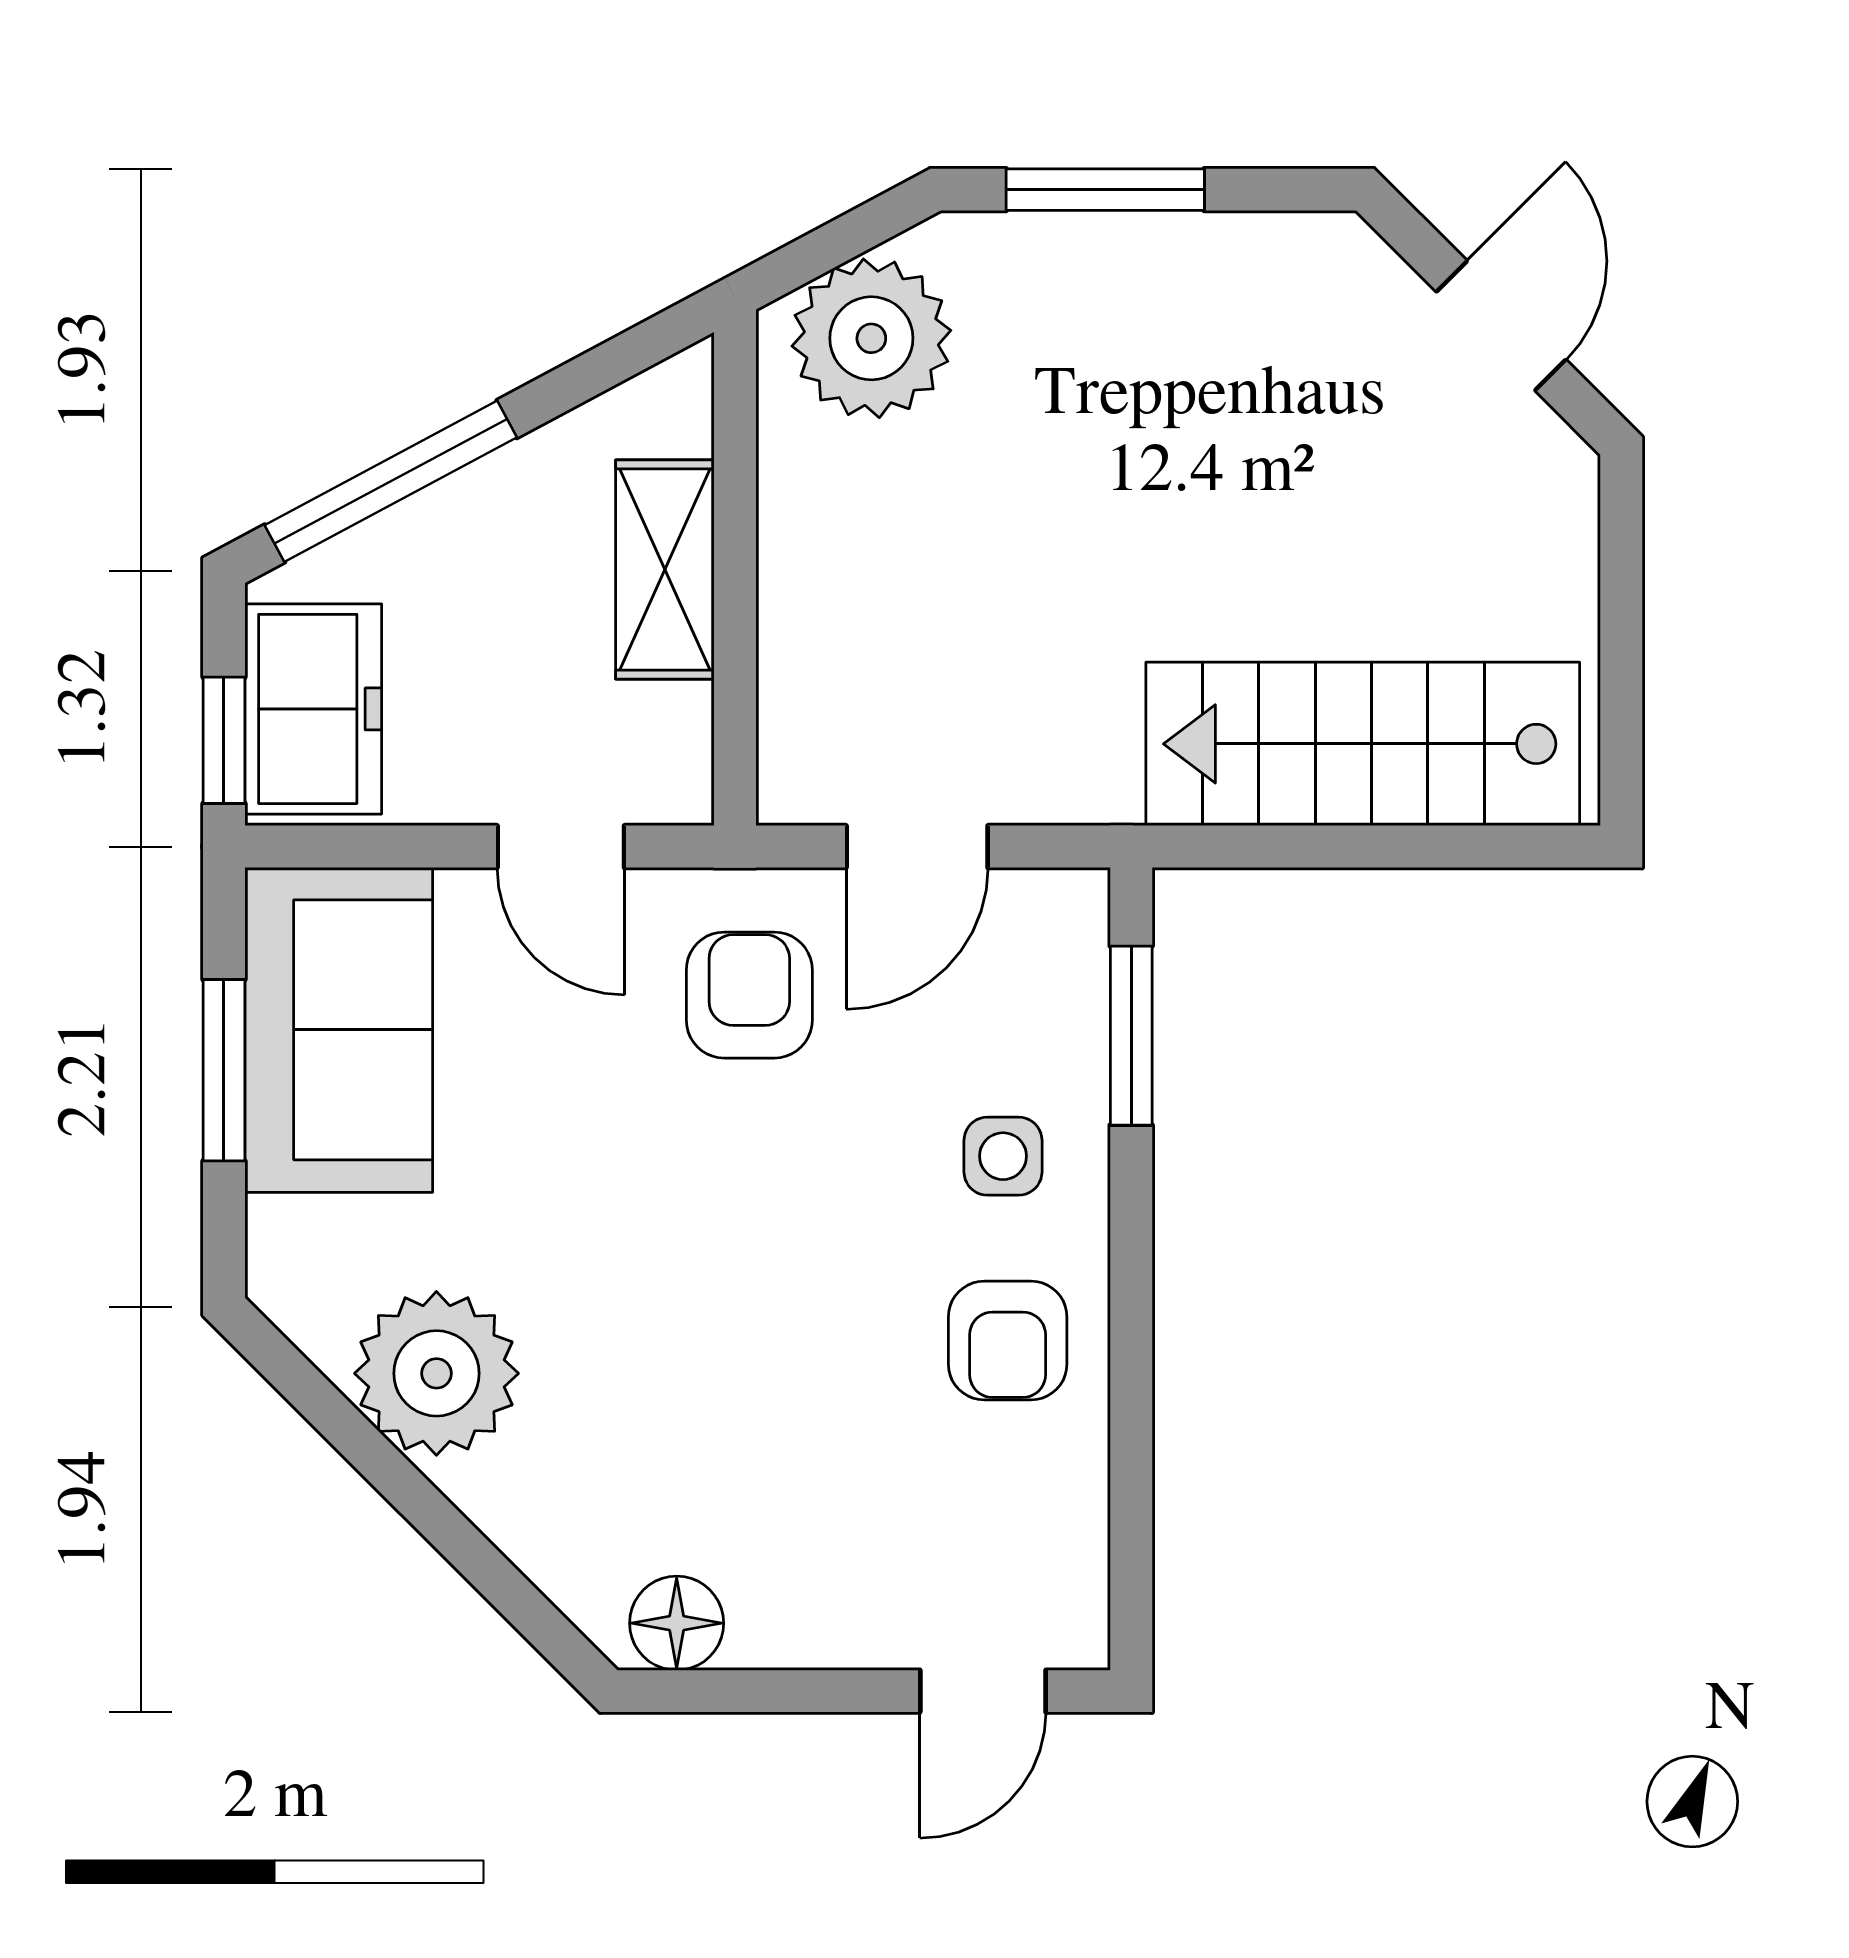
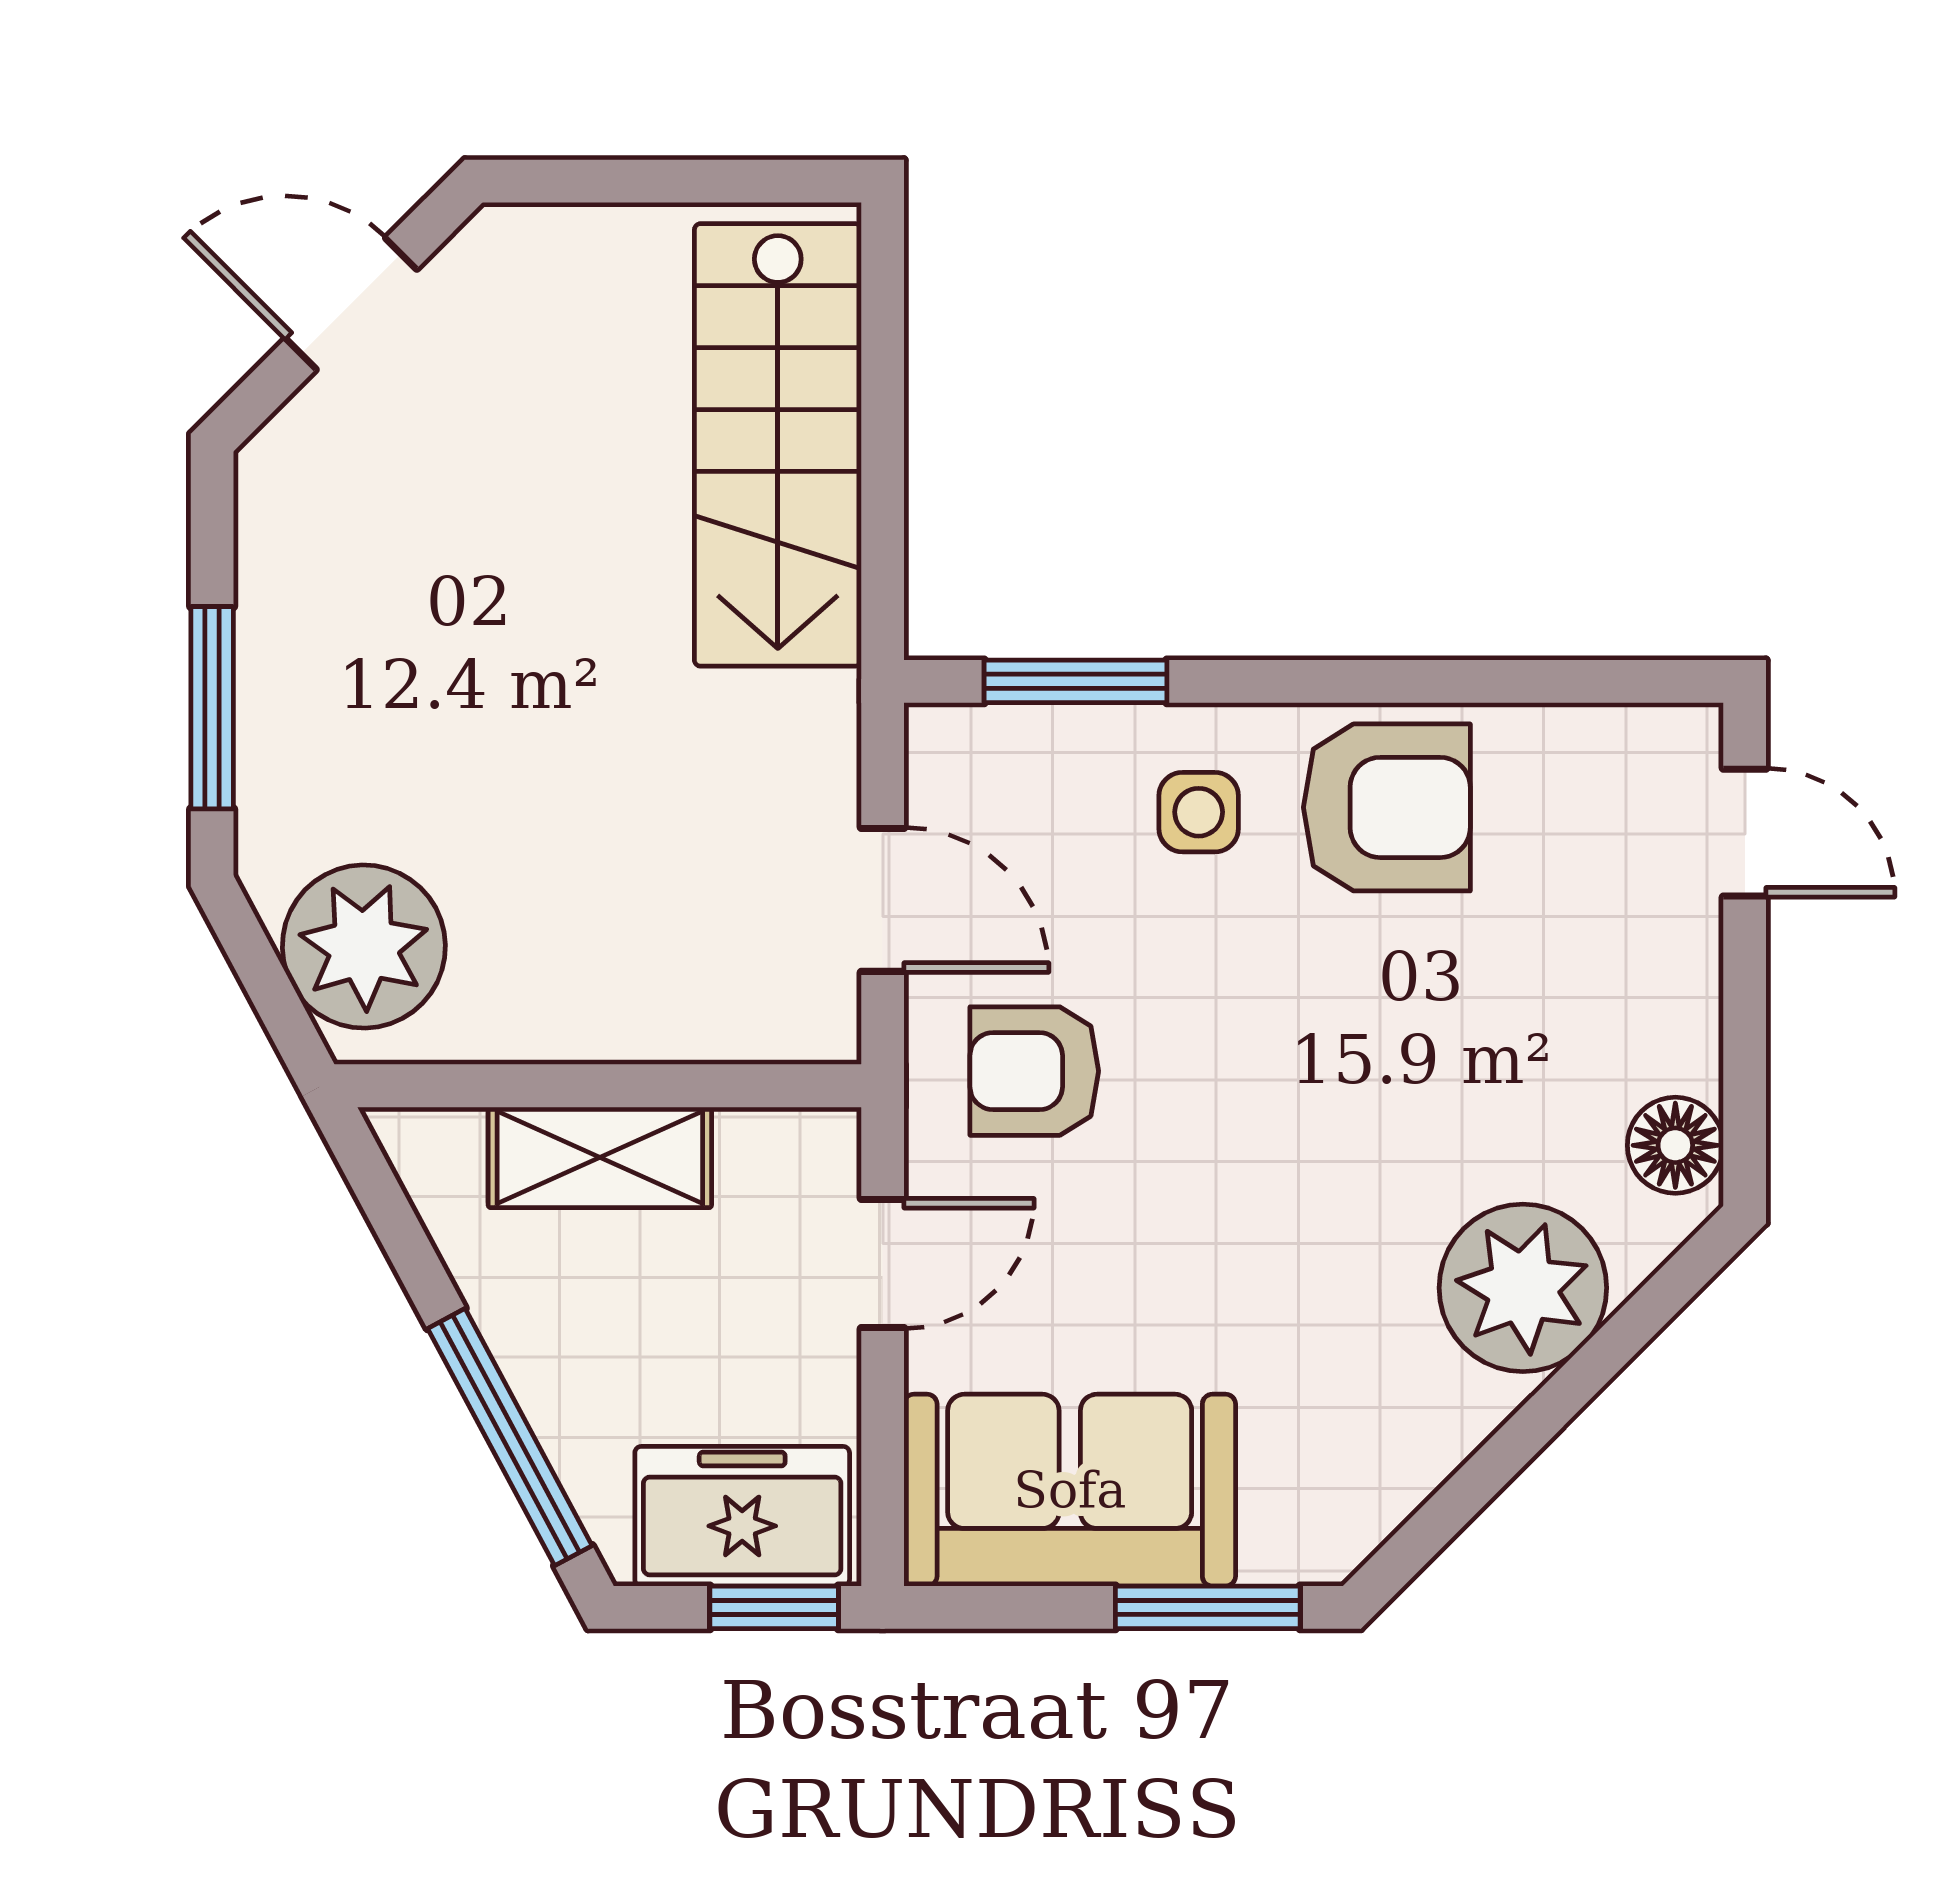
window: (224, 1070) -> (1208, 1607), moved
armchair: (1008, 1341) -> (1387, 807), width x1.38, depth x1.38
plant: (436, 1373) -> (1523, 1288), moved

